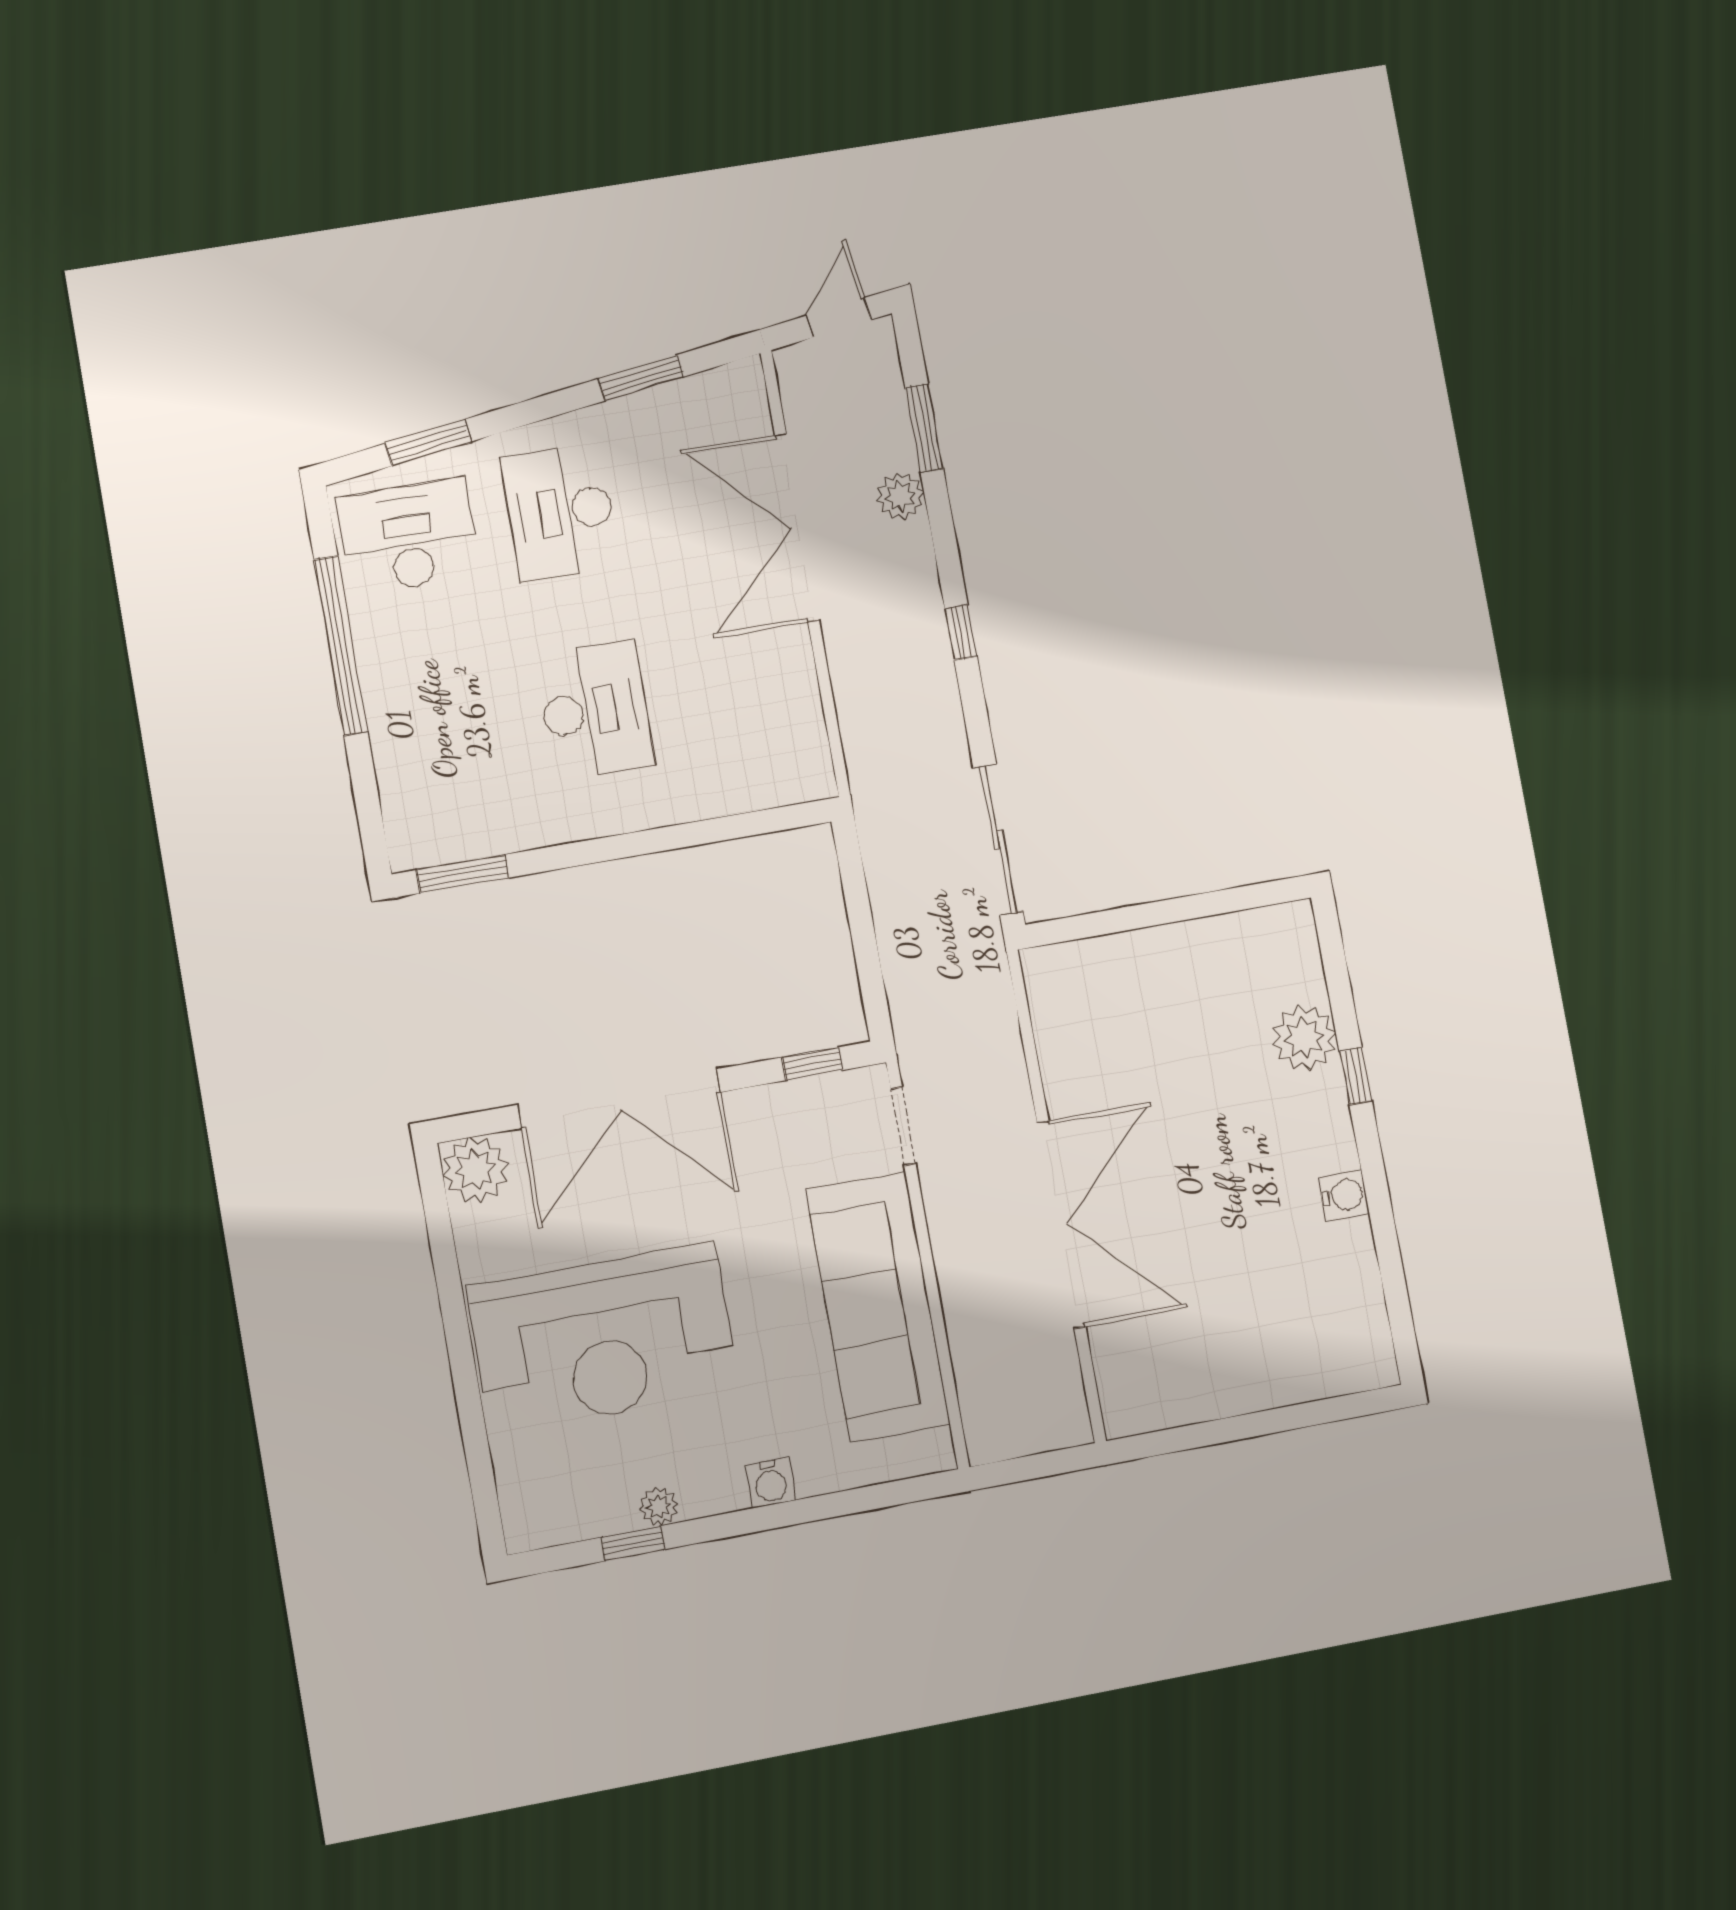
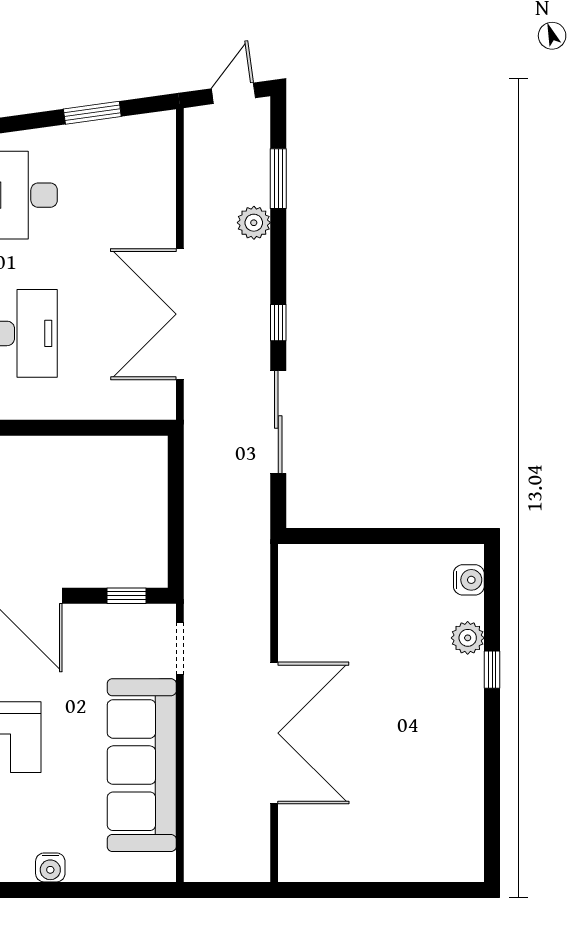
double door: (797, 527) -> (180, 314), moved
sliding door: (998, 840) -> (278, 422), moved
plant: (1304, 1038) -> (468, 638), width x0.73, depth x0.73
water cooler: (1344, 1195) -> (469, 580), moved

